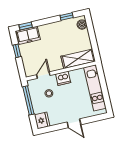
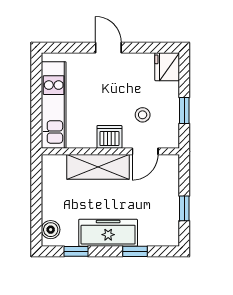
window: (26, 26) -> (135, 251), moved
freezer: (28, 35) -> (108, 233), moved, width x1.40
shelving: (78, 59) -> (98, 167), moved
window: (28, 100) -> (184, 110), width x0.46

